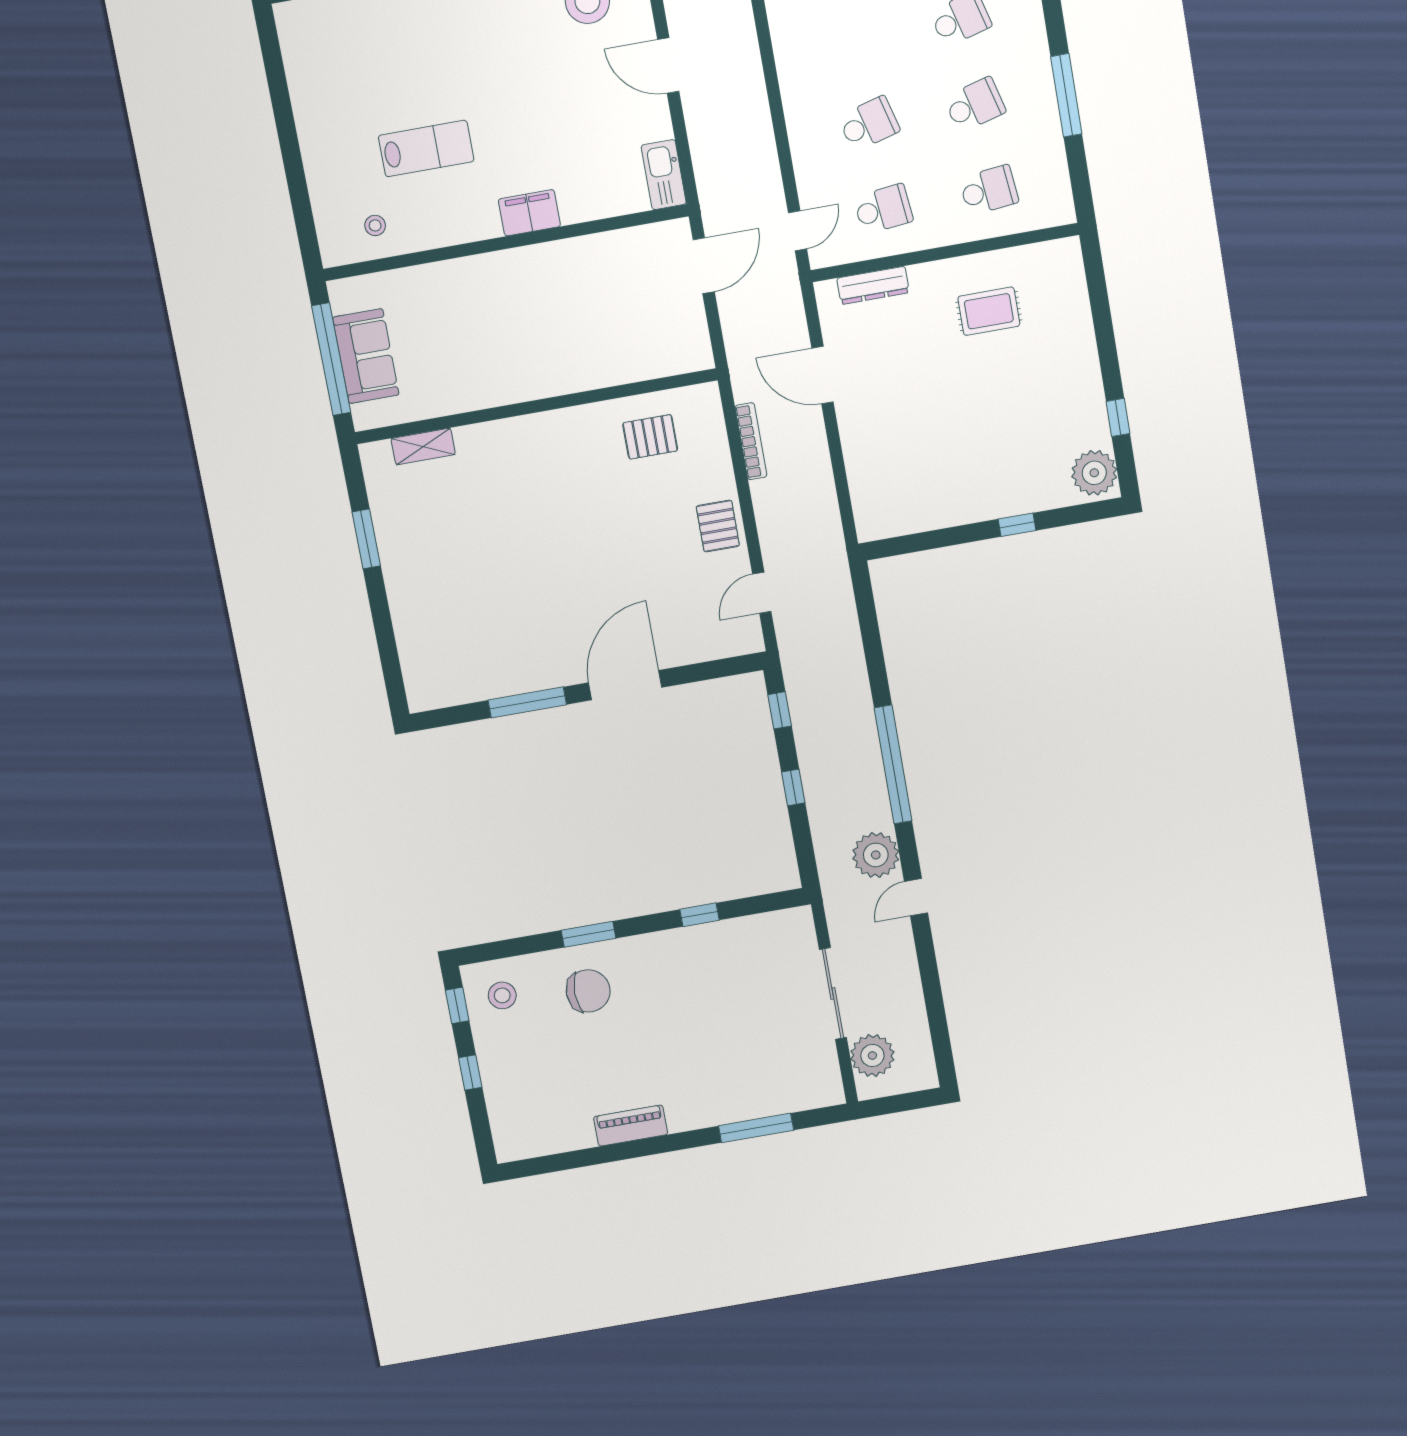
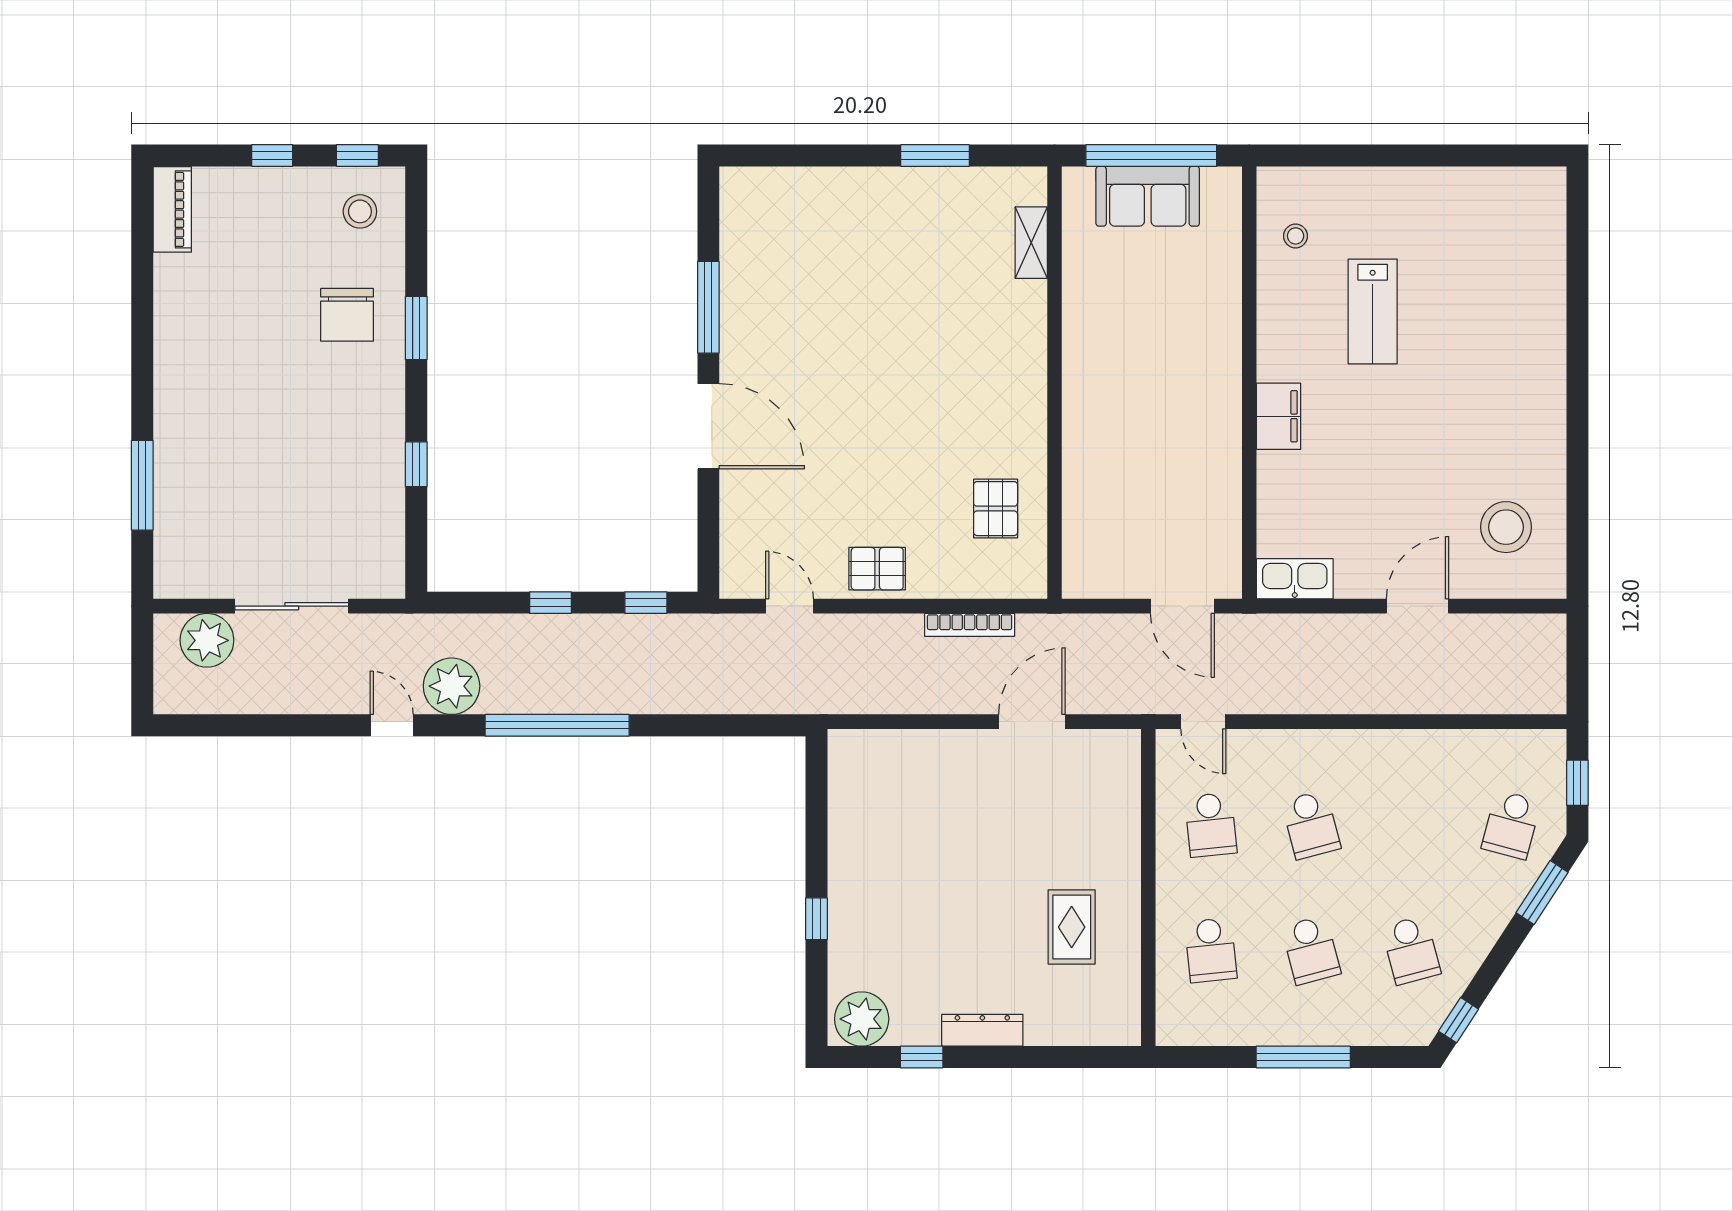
dresser: (873, 285) -> (982, 1030), moved, turned 90
piano: (631, 1126) -> (172, 209), moved

